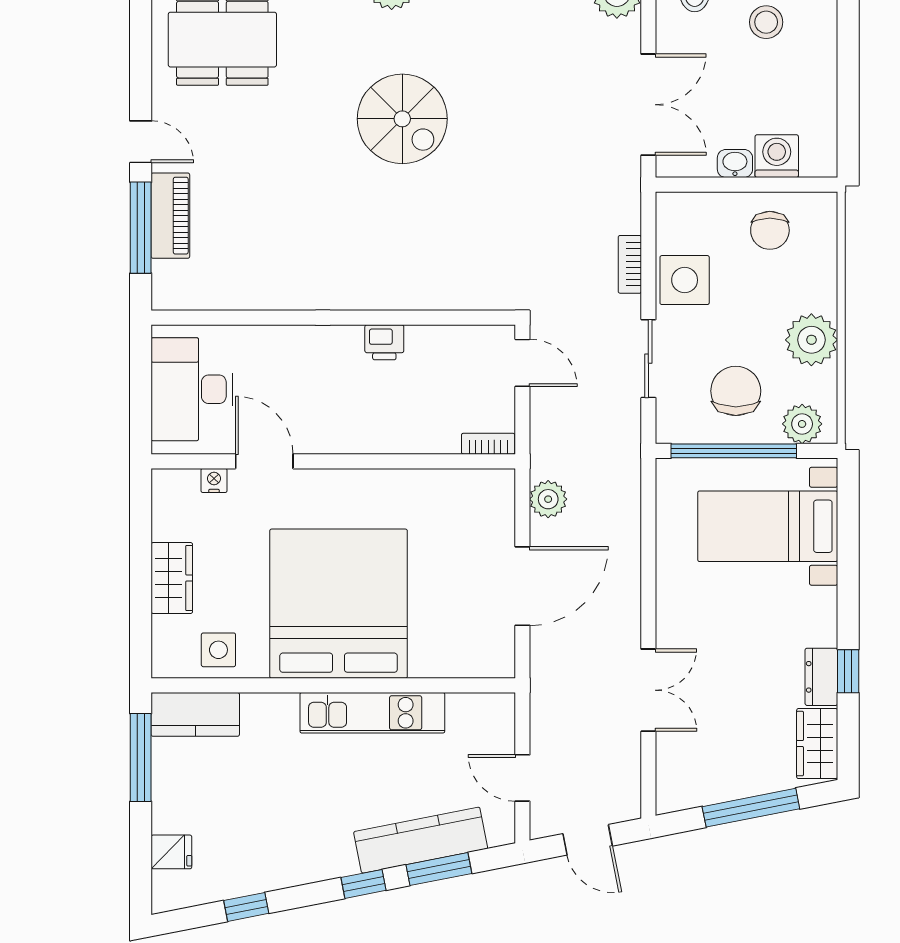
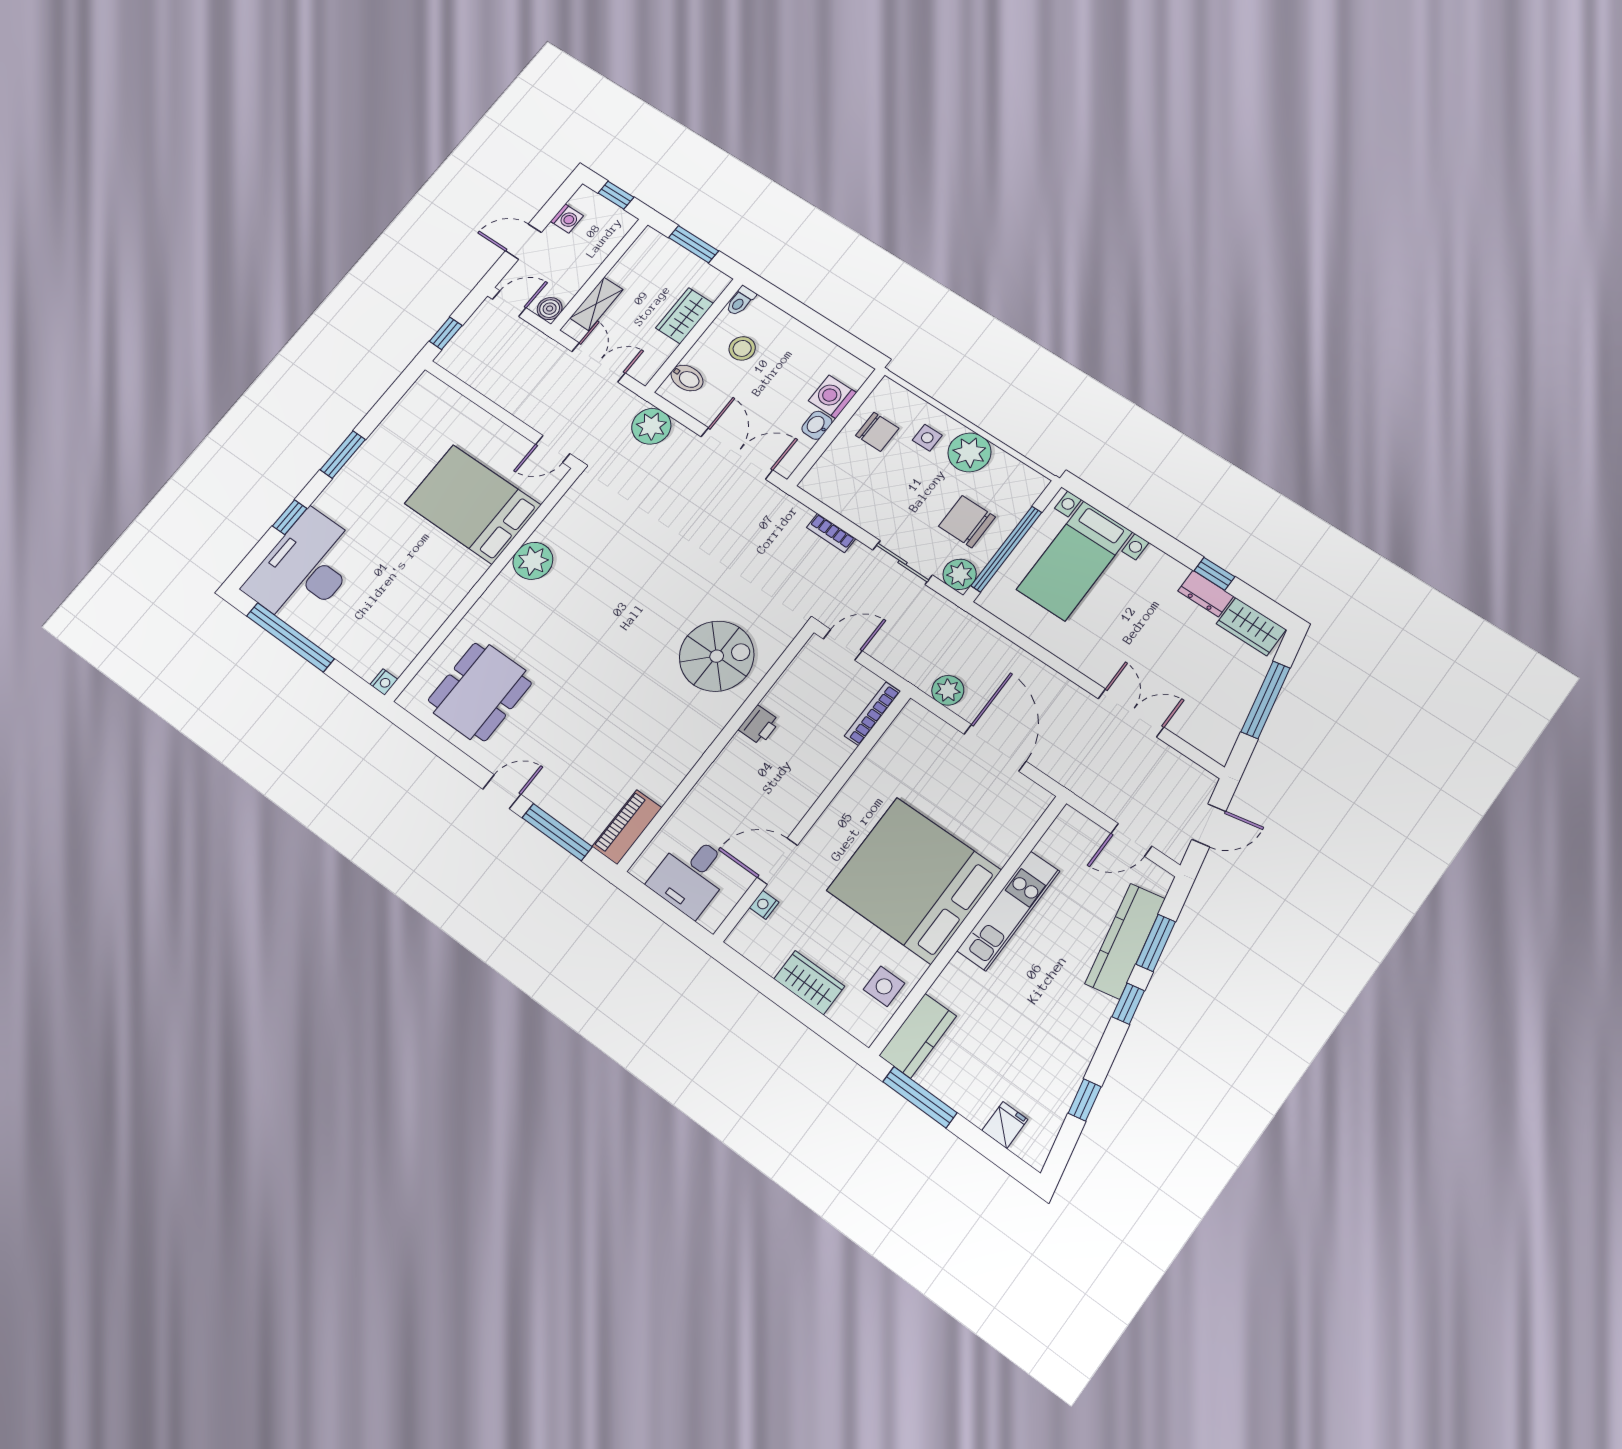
spiral stairs: (402, 119) -> (717, 656), moved
piano: (170, 216) -> (627, 827), moved, turned -90
side table: (685, 280) -> (927, 438), moved, width x0.54, depth x0.54
desk: (192, 389) -> (691, 875), width x0.73
plant: (802, 424) -> (960, 574), moved
bookcase: (488, 444) -> (872, 714), width x1.56

